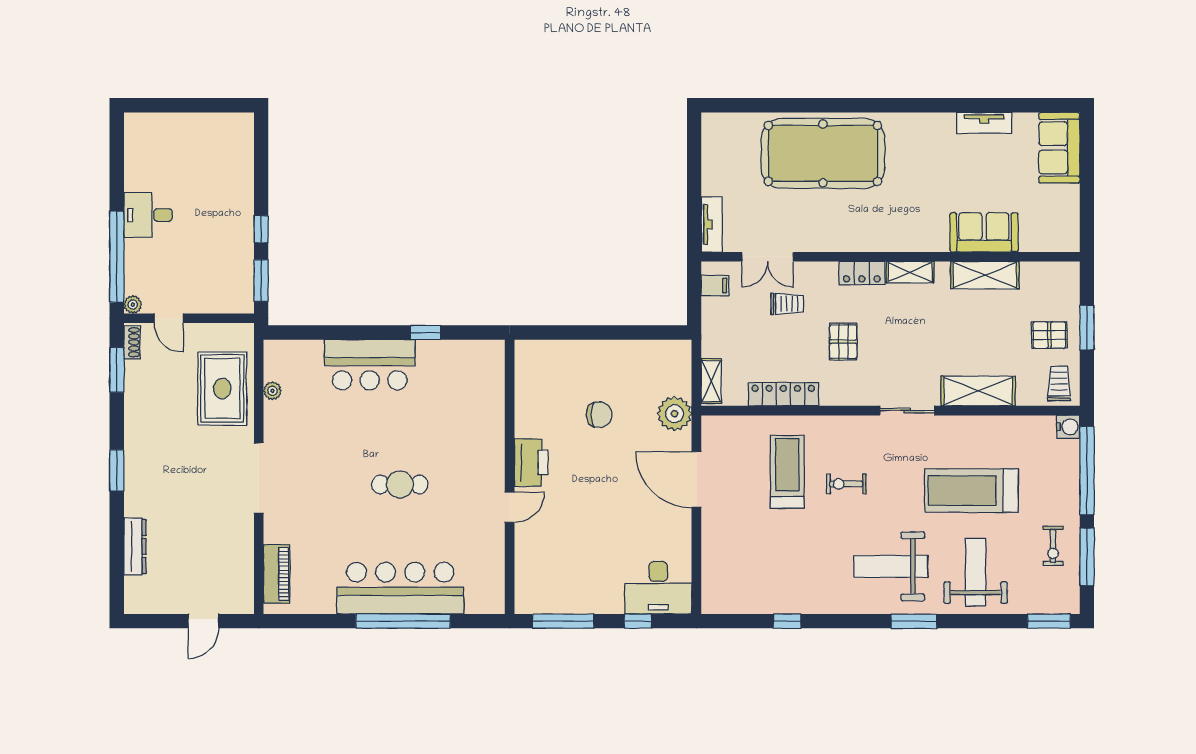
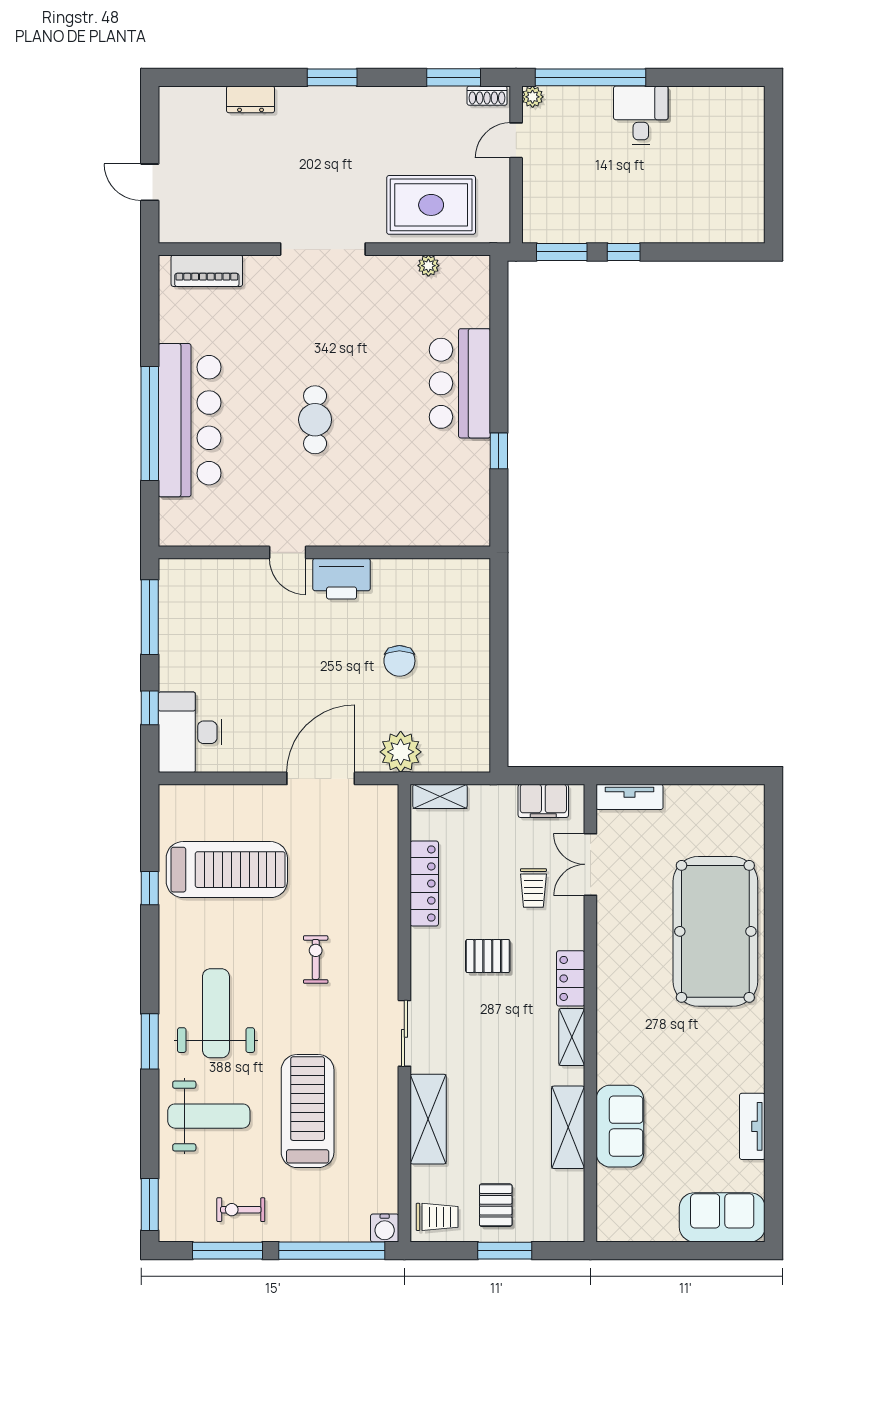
filing cabinet: (715, 285) -> (543, 801), width x2.00
treadmill: (787, 472) -> (227, 870), moved, width x1.37, depth x1.38
dresser: (135, 546) -> (251, 99), width x0.70

